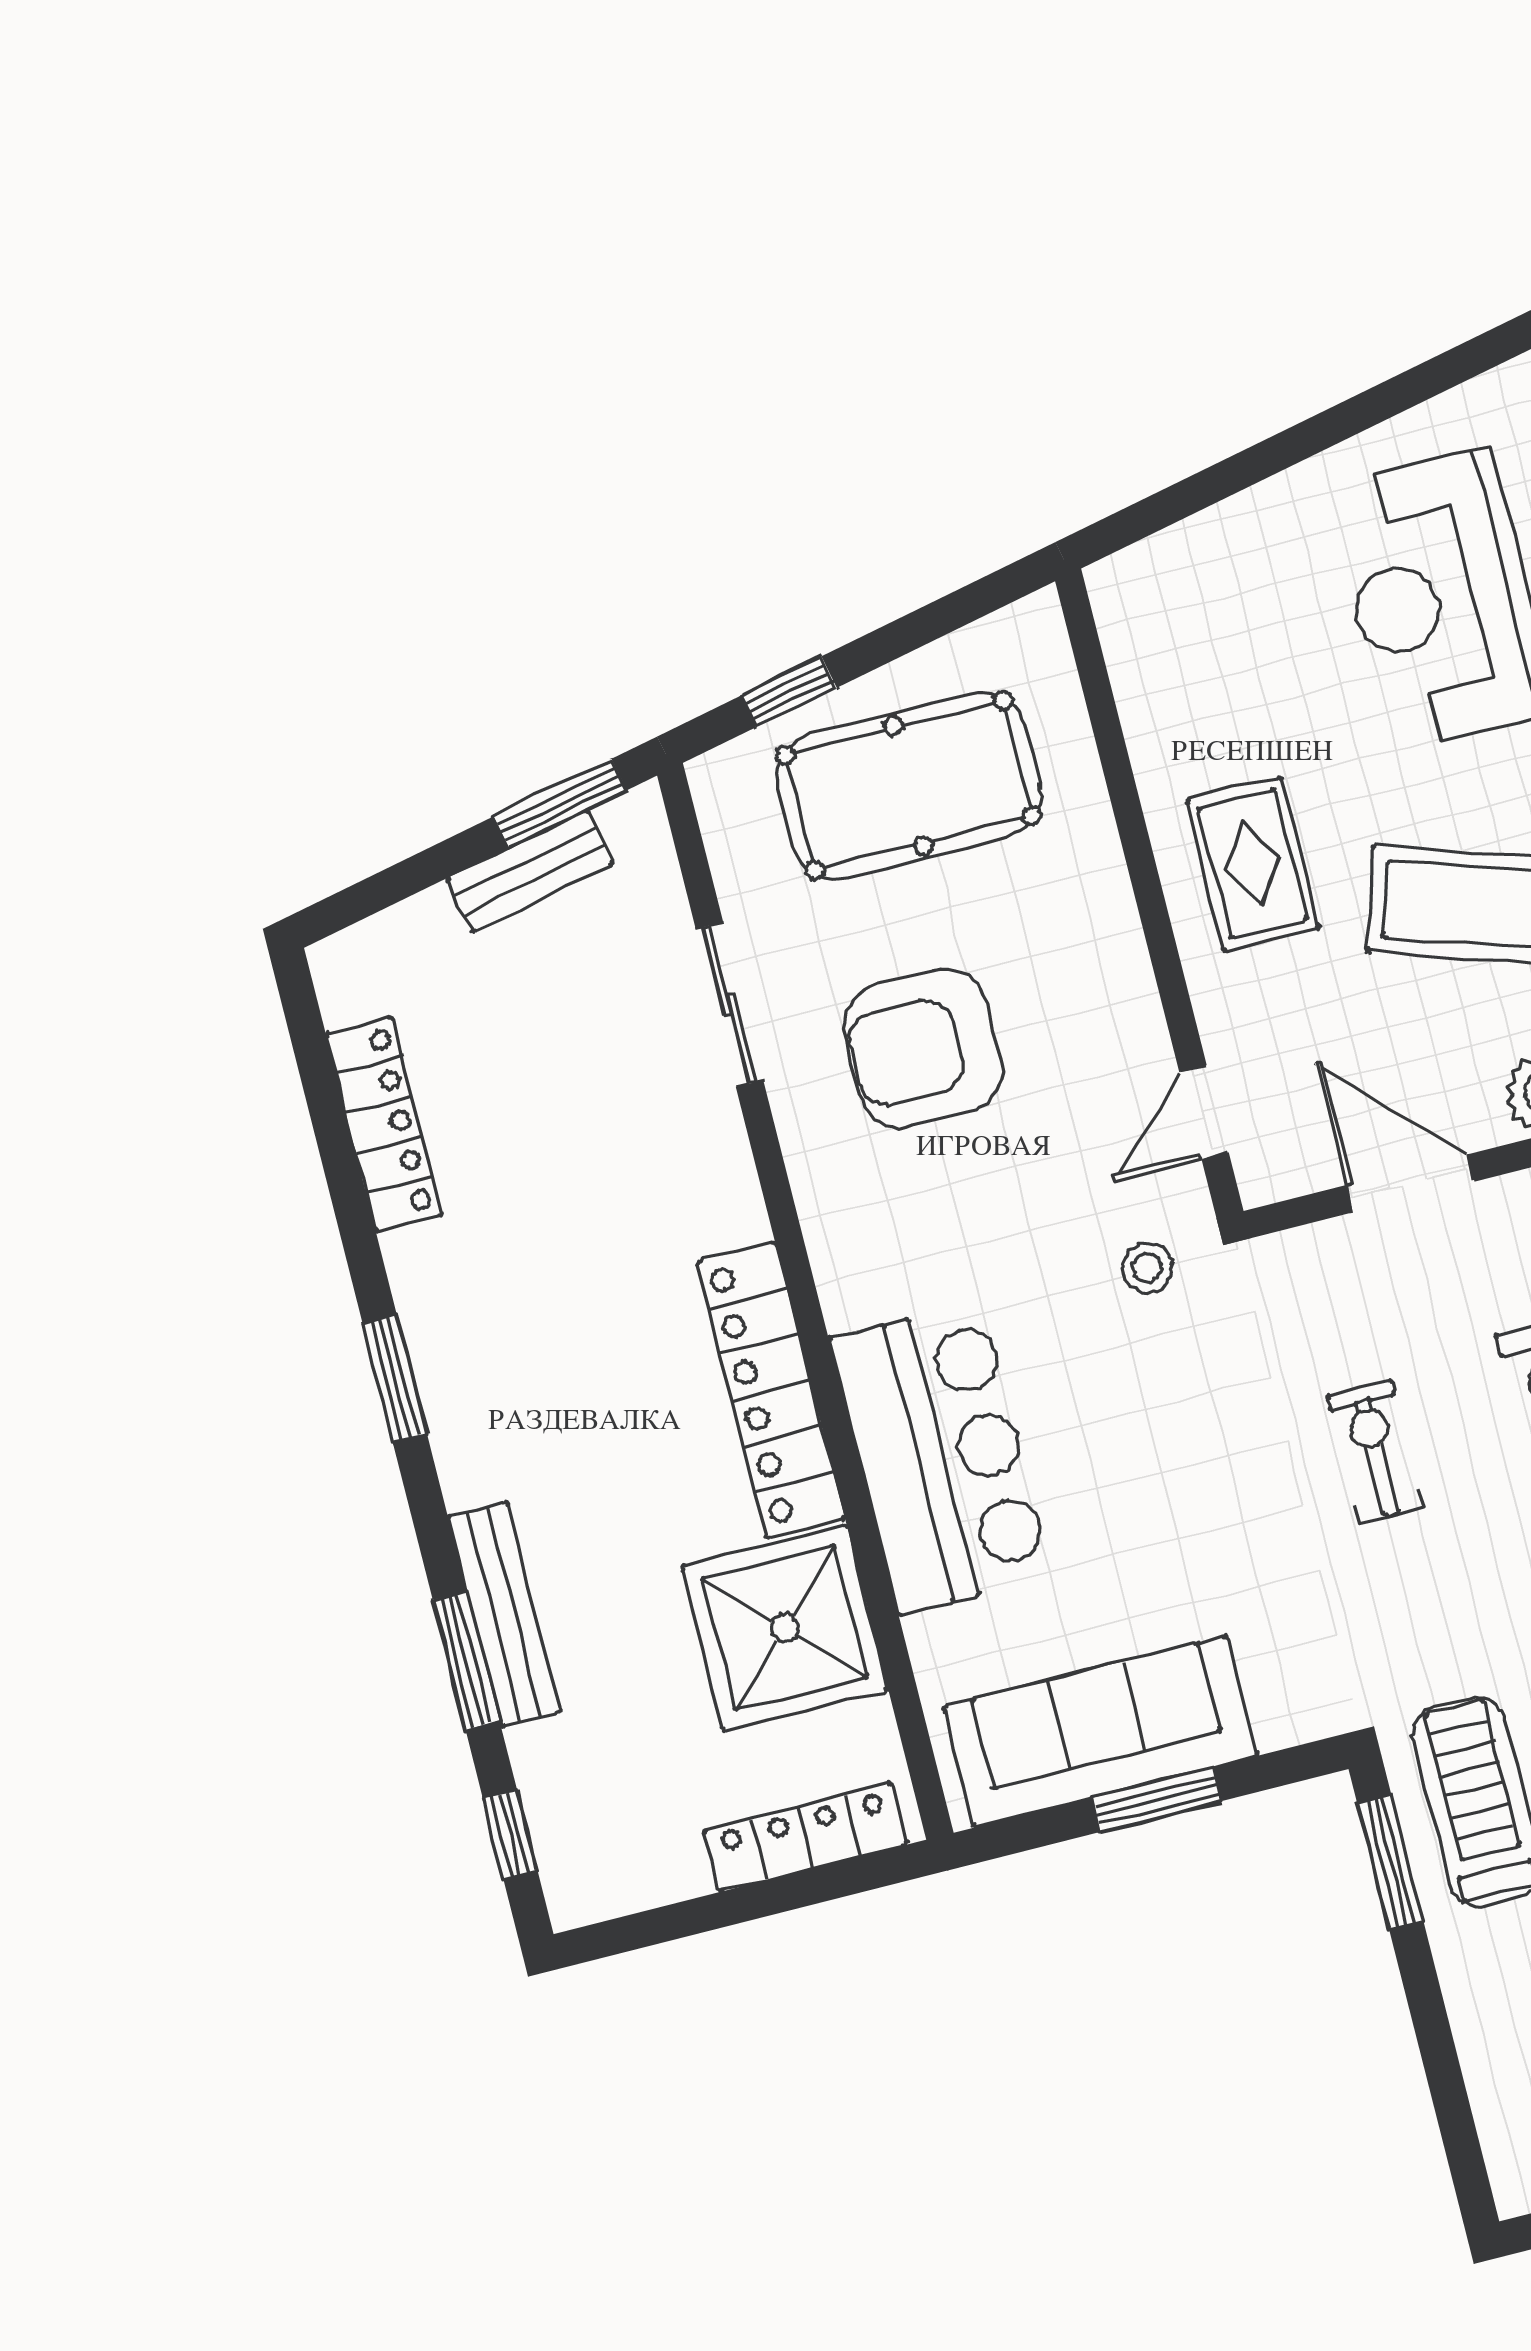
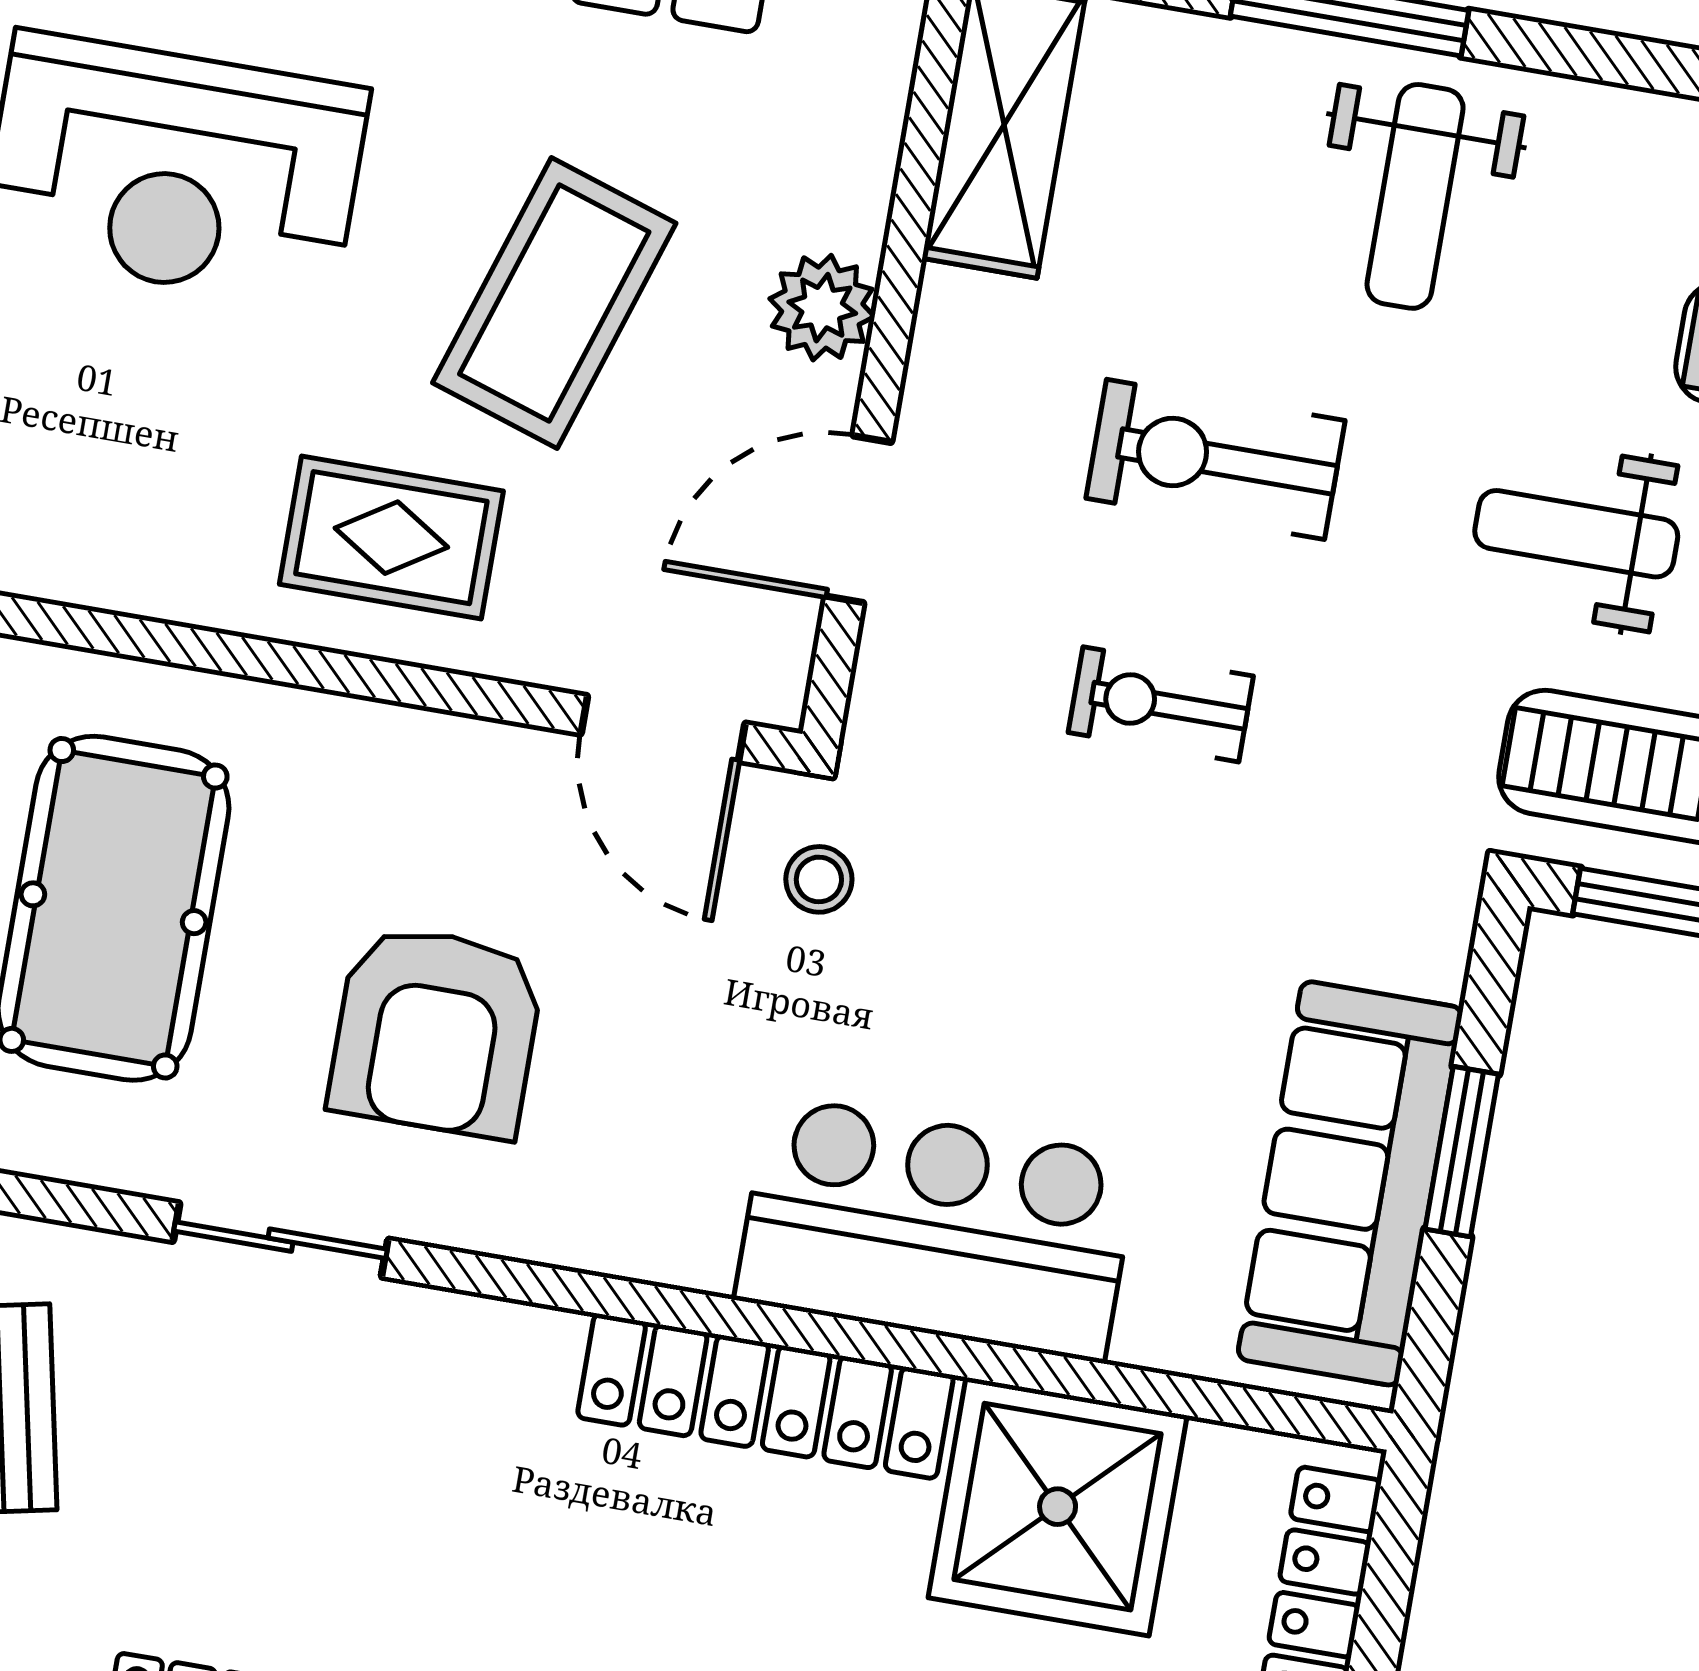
door: (1204, 1112) -> (663, 729), width x1.38

